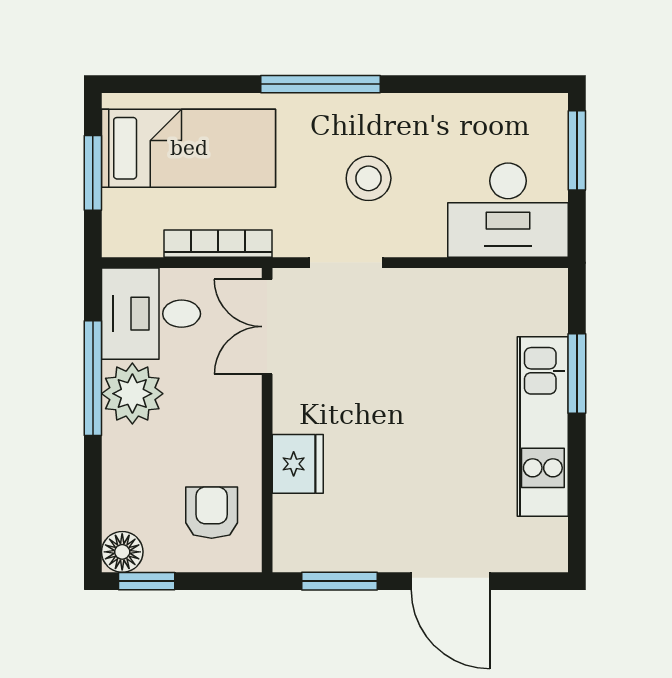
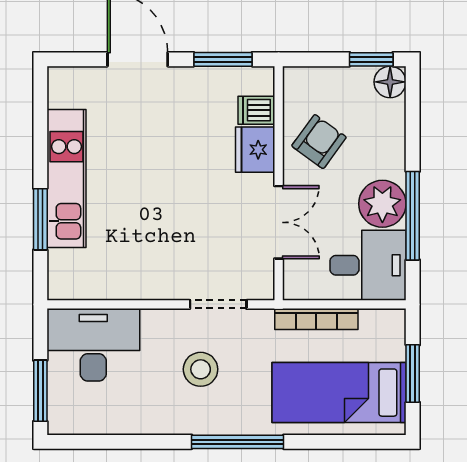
double door: (267, 327) -> (279, 222), moved
armchair: (212, 513) -> (319, 142), moved, turned -144
dishwasher: (296, 515) -> (256, 110), added

